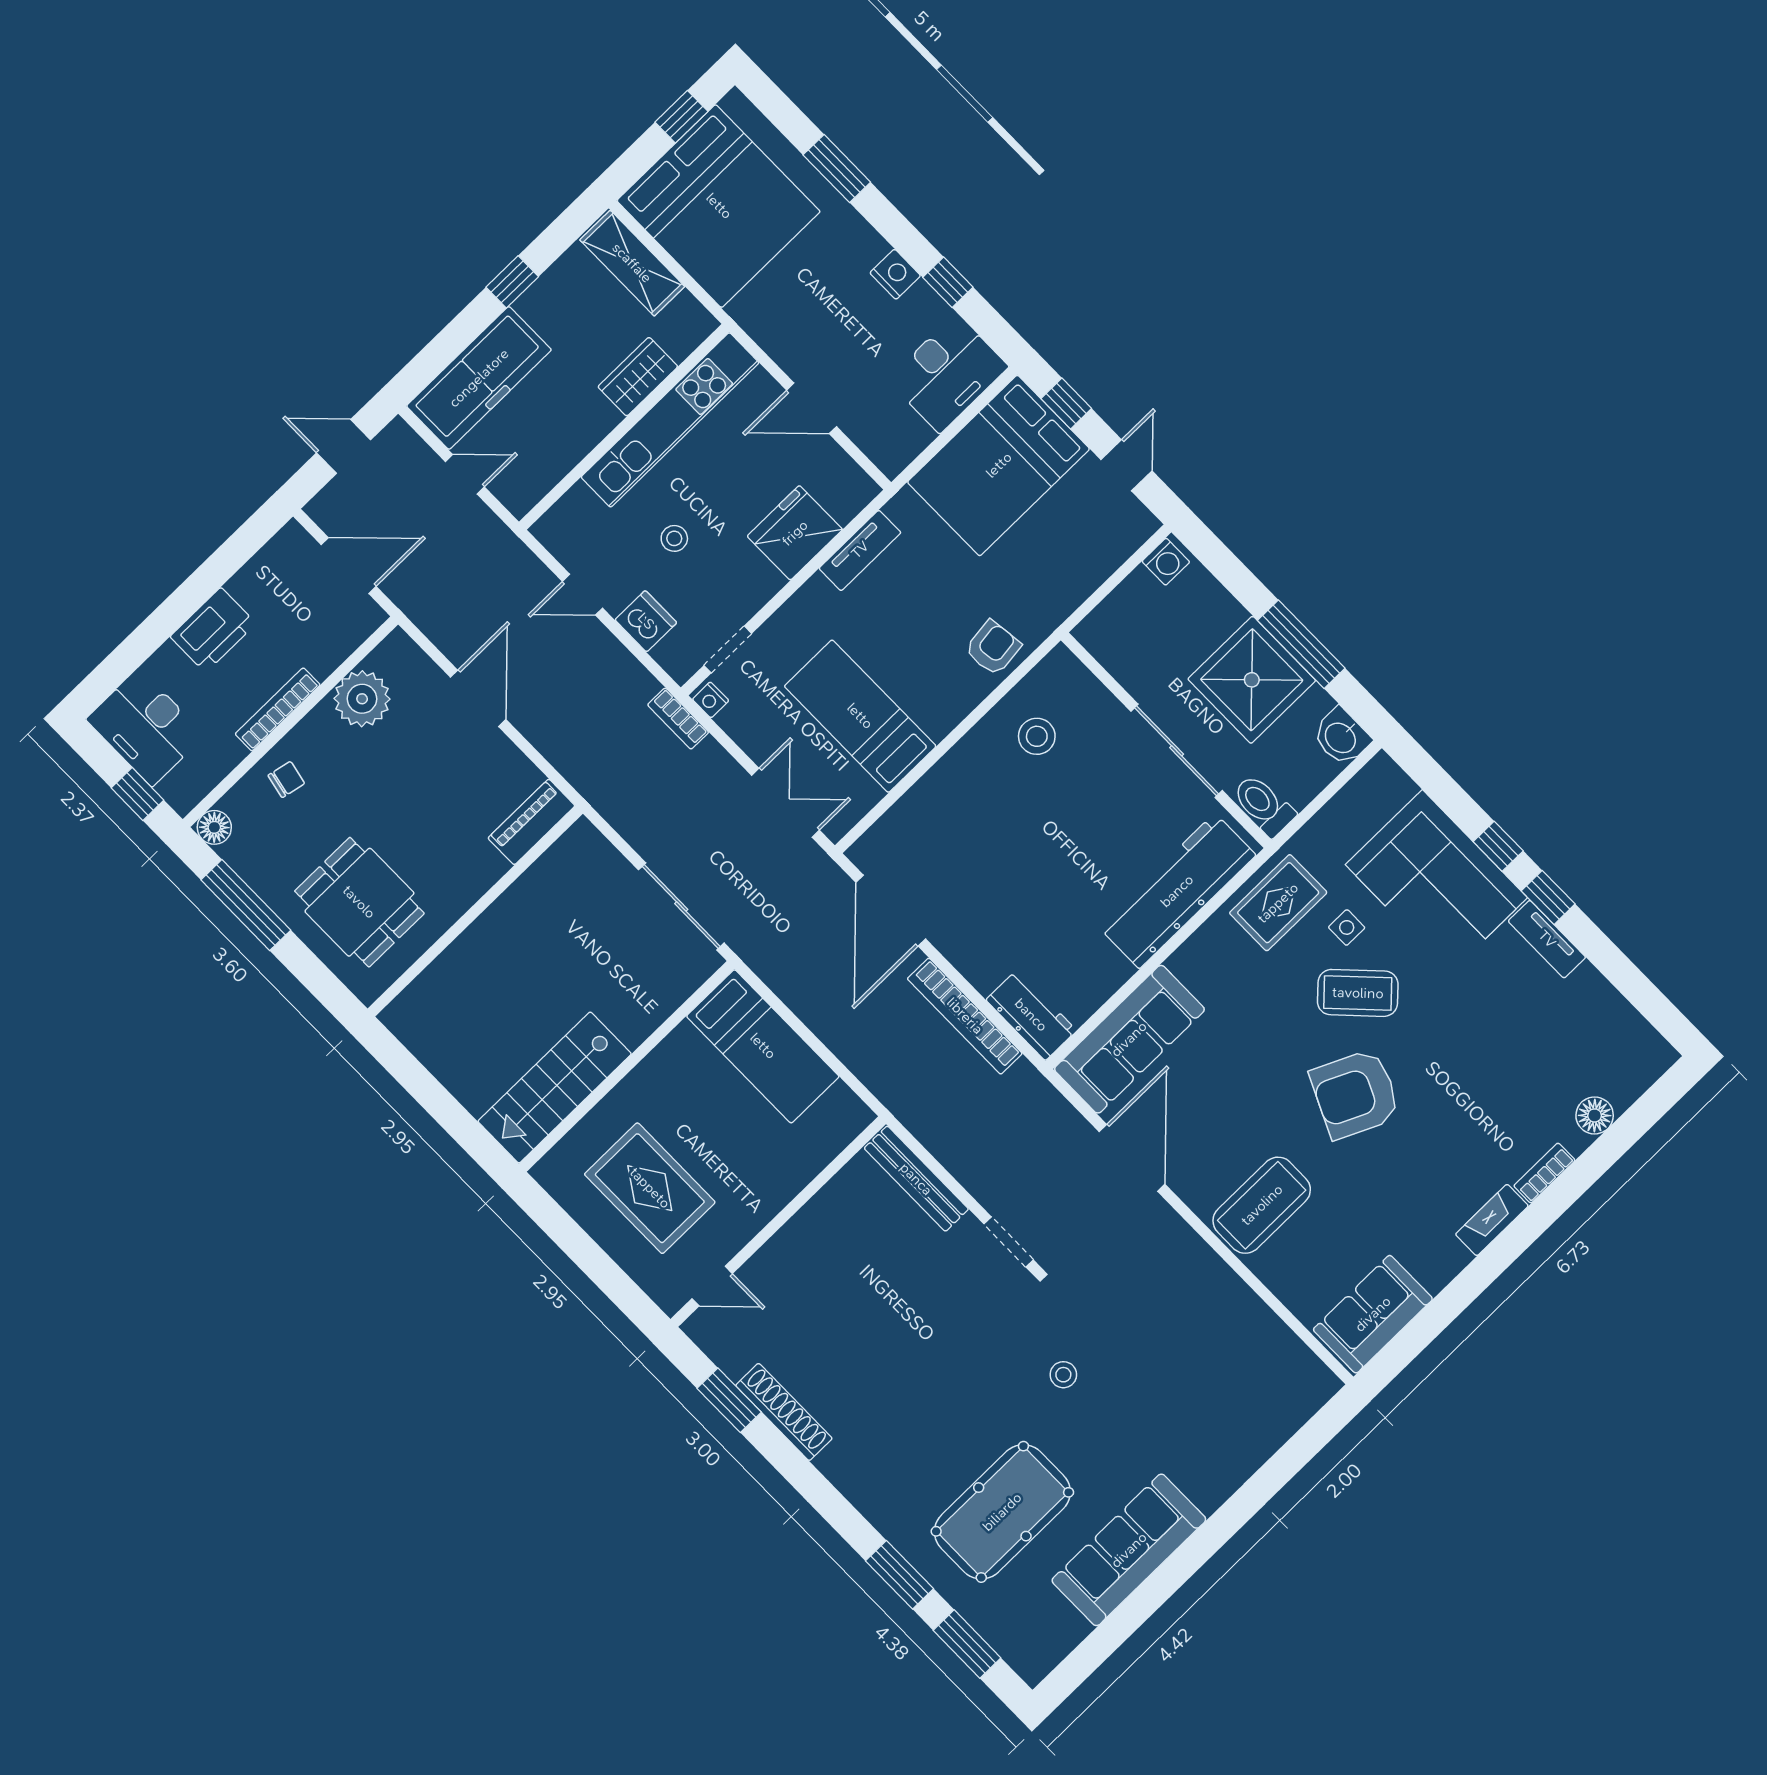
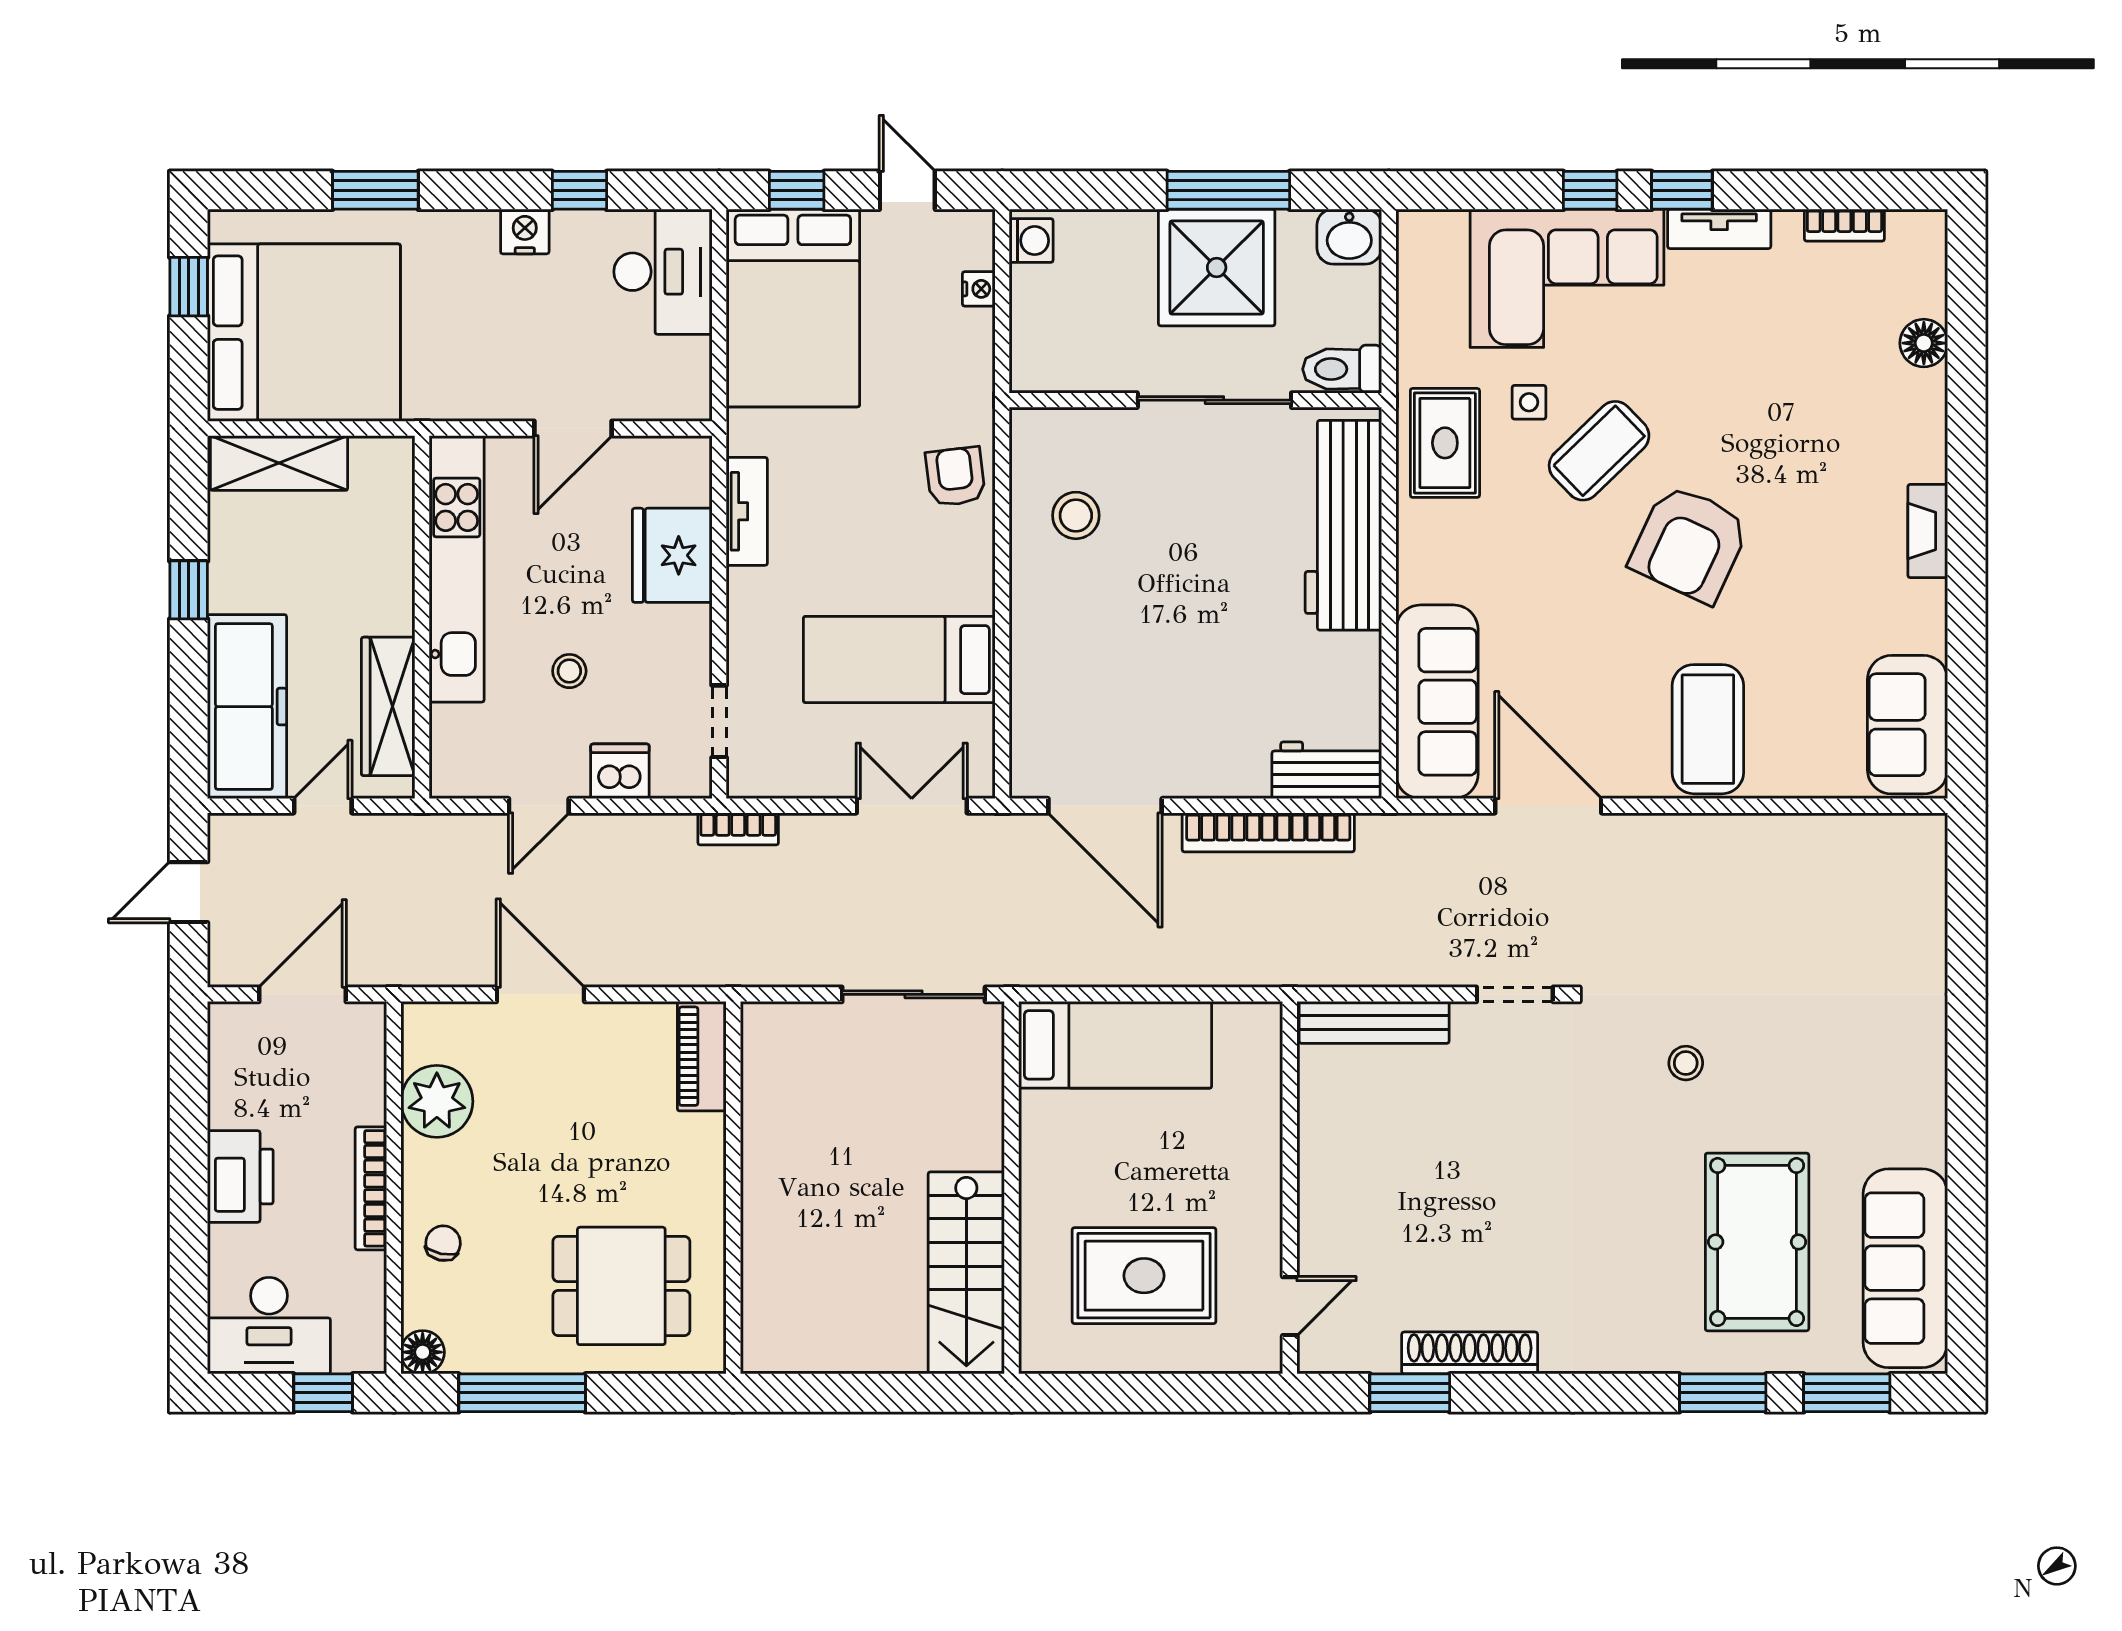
wardrobe: (638, 377) -> (388, 706), moved, width x1.50
nightstand: (711, 700) -> (979, 289), moved, turned -90
bookcase: (1544, 1173) -> (1844, 225), moved, turned -90
sofa: (1129, 1550) -> (1905, 1268), moved

